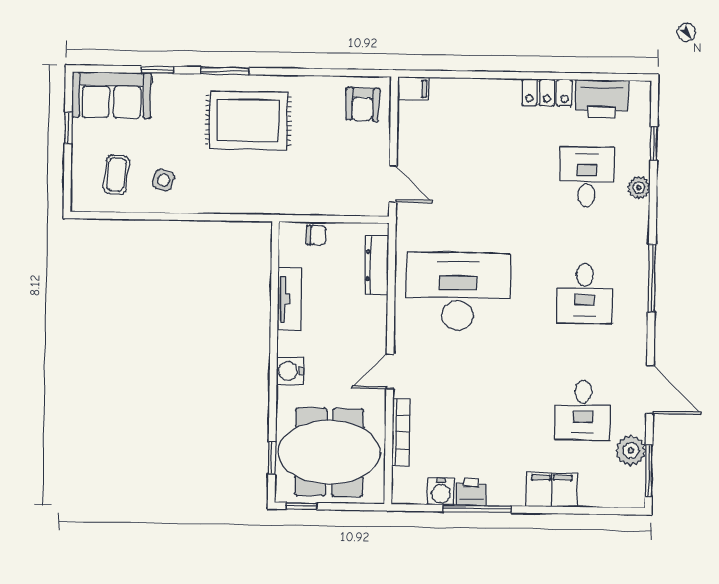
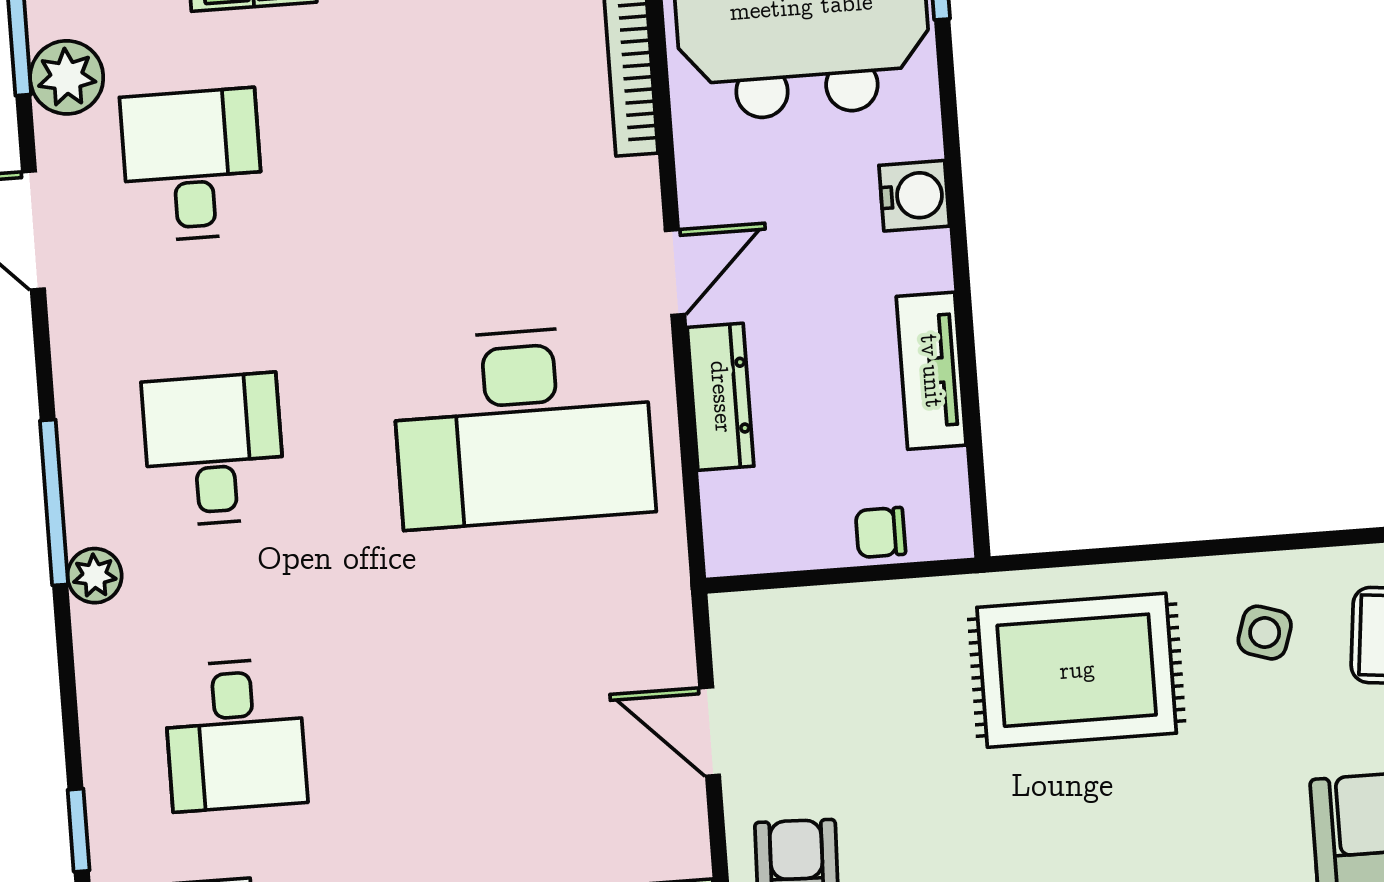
rug: (248, 120) -> (1077, 670), moved
door: (393, 184) -> (710, 731), moved
plant: (639, 188) -> (95, 576), moved
dresser: (377, 265) -> (721, 397), moved
door: (390, 371) -> (675, 273), moved

